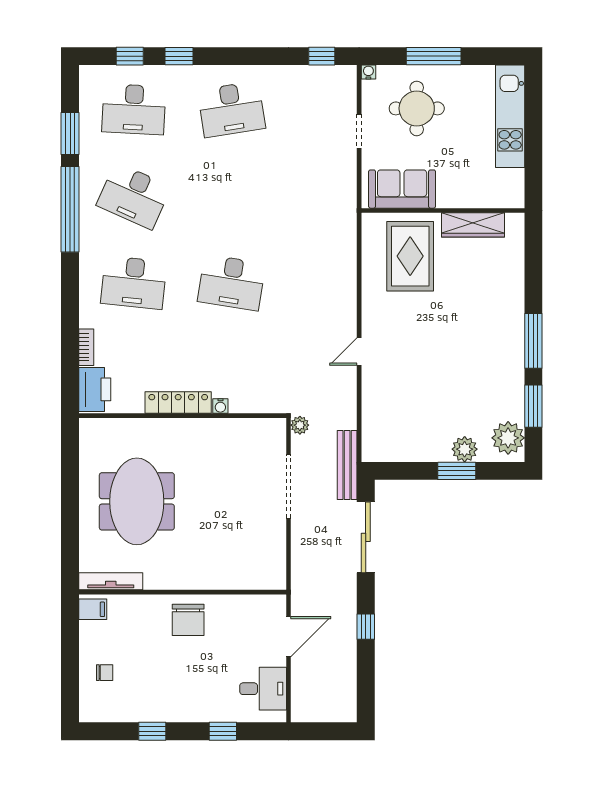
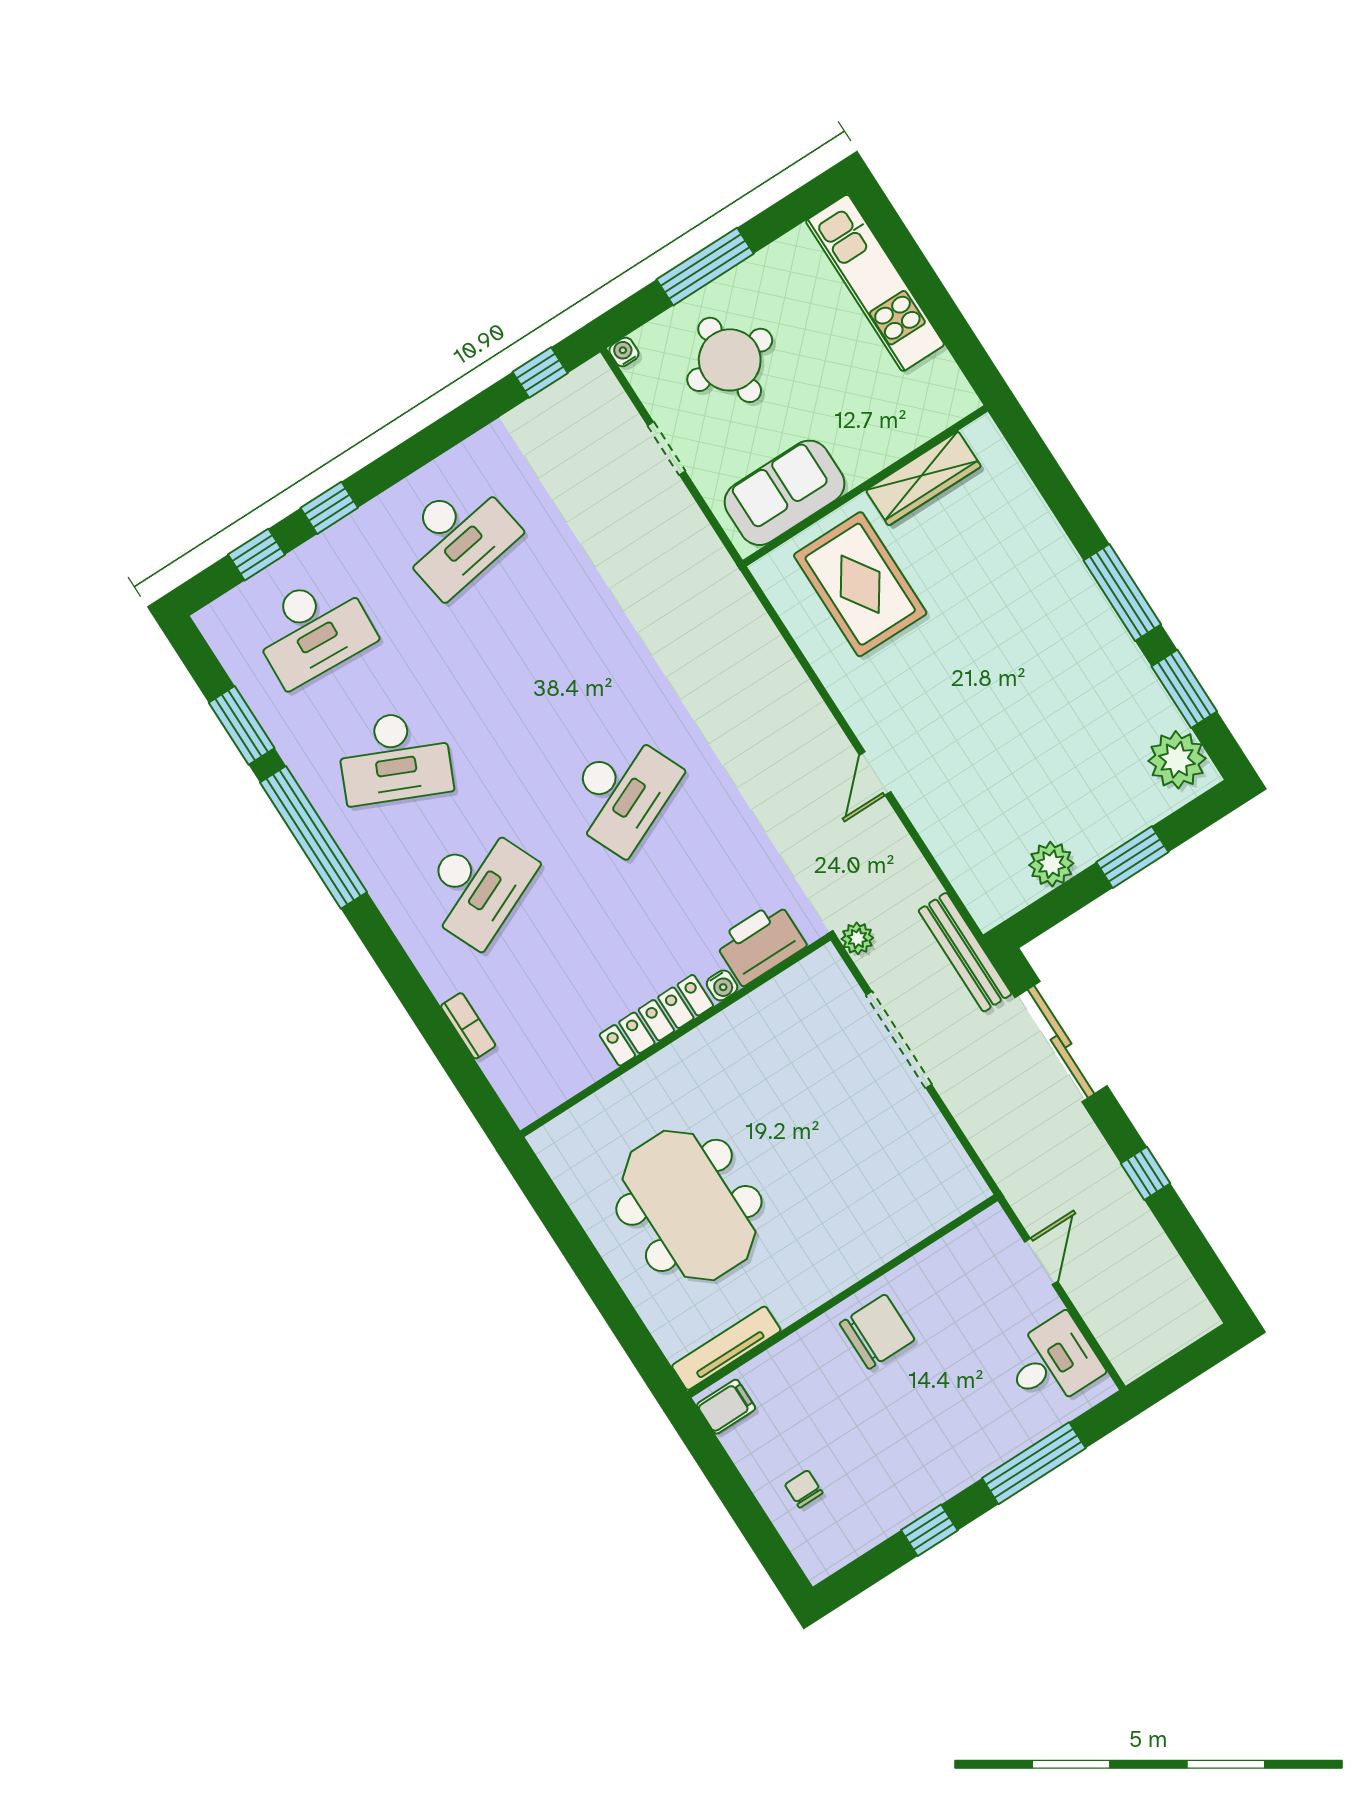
desk: (134, 283) -> (477, 885), turned -30
desk: (231, 283) -> (621, 793), turned -33
printer: (95, 389) -> (760, 943), moved, turned -90
plant: (465, 449) -> (1051, 864), moved
chair: (188, 620) -> (877, 1332), turned -90
door: (288, 637) -> (1041, 1262), width x0.73
chair: (105, 673) -> (804, 1489), turned -90
window: (223, 731) -> (1034, 1463), width x2.17

